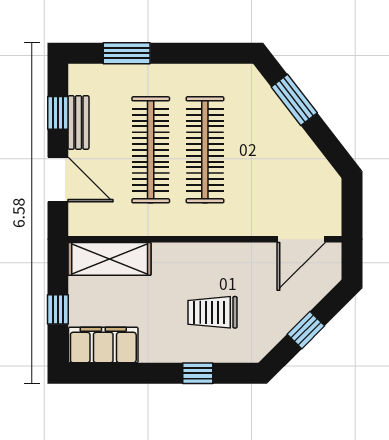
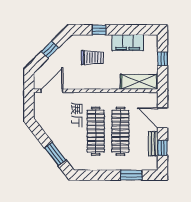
filing cabinet: (103, 345) -> (128, 43), moved

